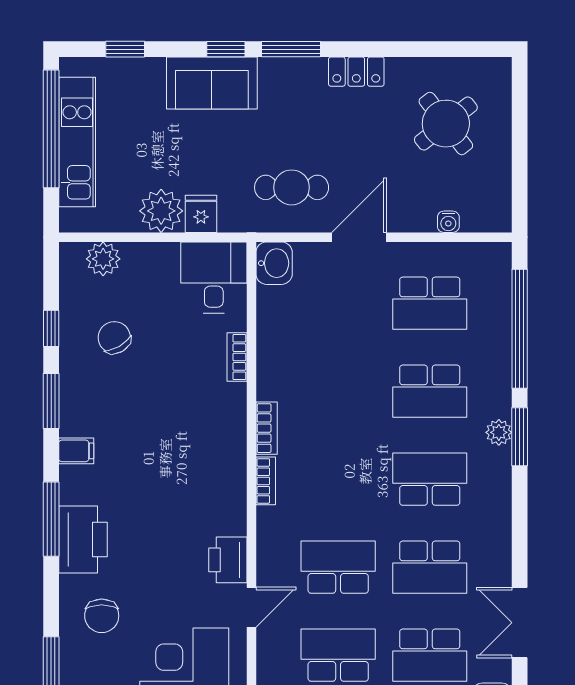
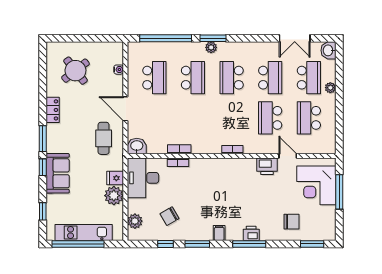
desk: (214, 277) -> (143, 178), width x1.37
bookcase: (267, 428) -> (179, 149), moved
printer: (83, 539) -> (251, 233), width x0.53, depth x0.68

